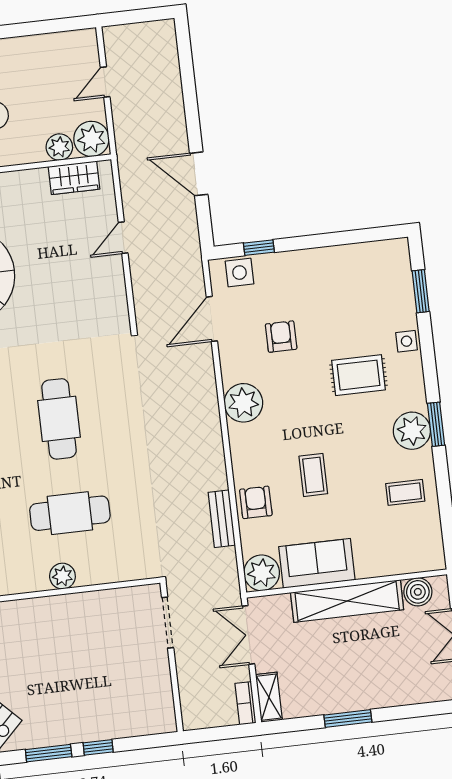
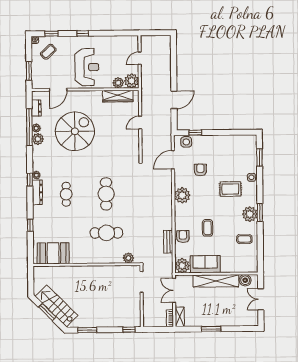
door: (199, 174) -> (174, 100), swing flipped
wardrobe: (74, 178) -> (118, 96), width x1.50
plant: (62, 576) -> (128, 258), moved
window: (98, 747) -> (129, 330), moved

